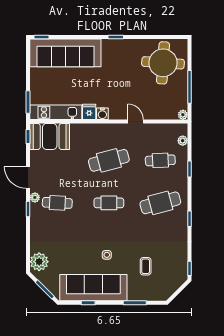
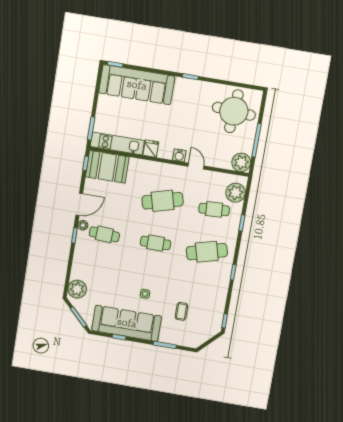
water cooler: (102, 114) -> (179, 155), moved
plant: (183, 115) -> (241, 162), width x1.88, depth x1.88
plant: (183, 141) -> (236, 193), width x1.88, depth x1.88
door: (28, 177) -> (79, 204), swing flipped

